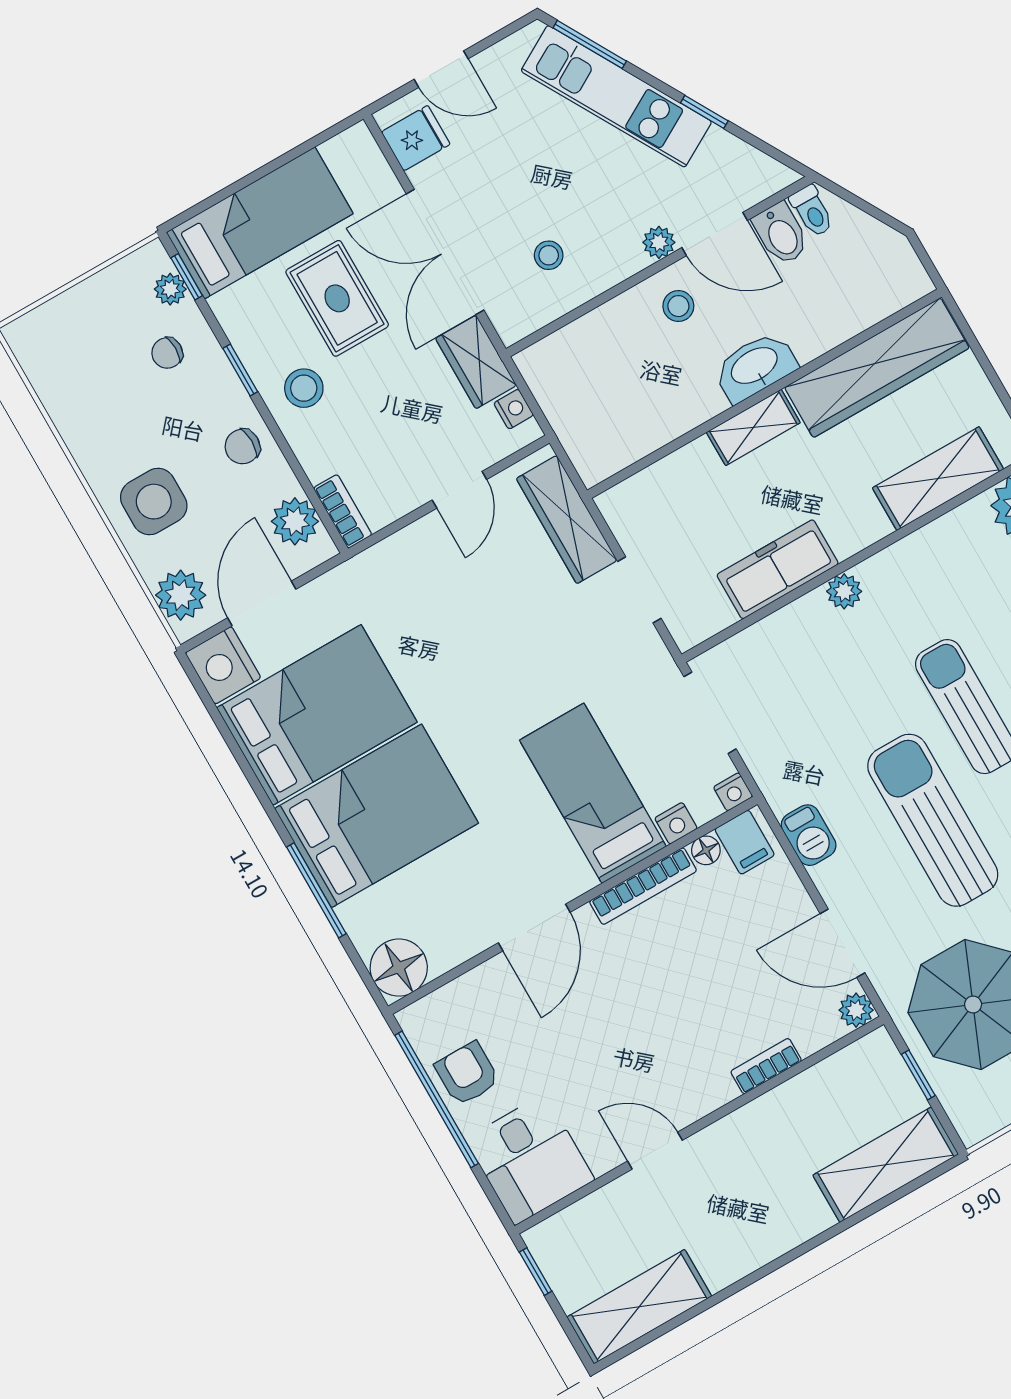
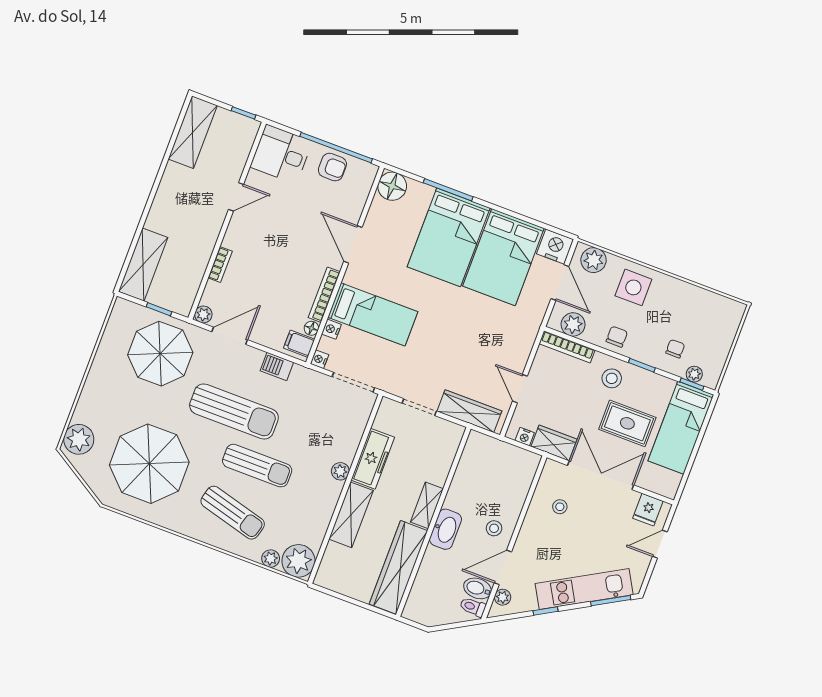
plant: (659, 242) -> (503, 597), moved
shelving: (938, 479) -> (351, 515), moved
bookcase: (343, 511) -> (567, 347), width x1.56

